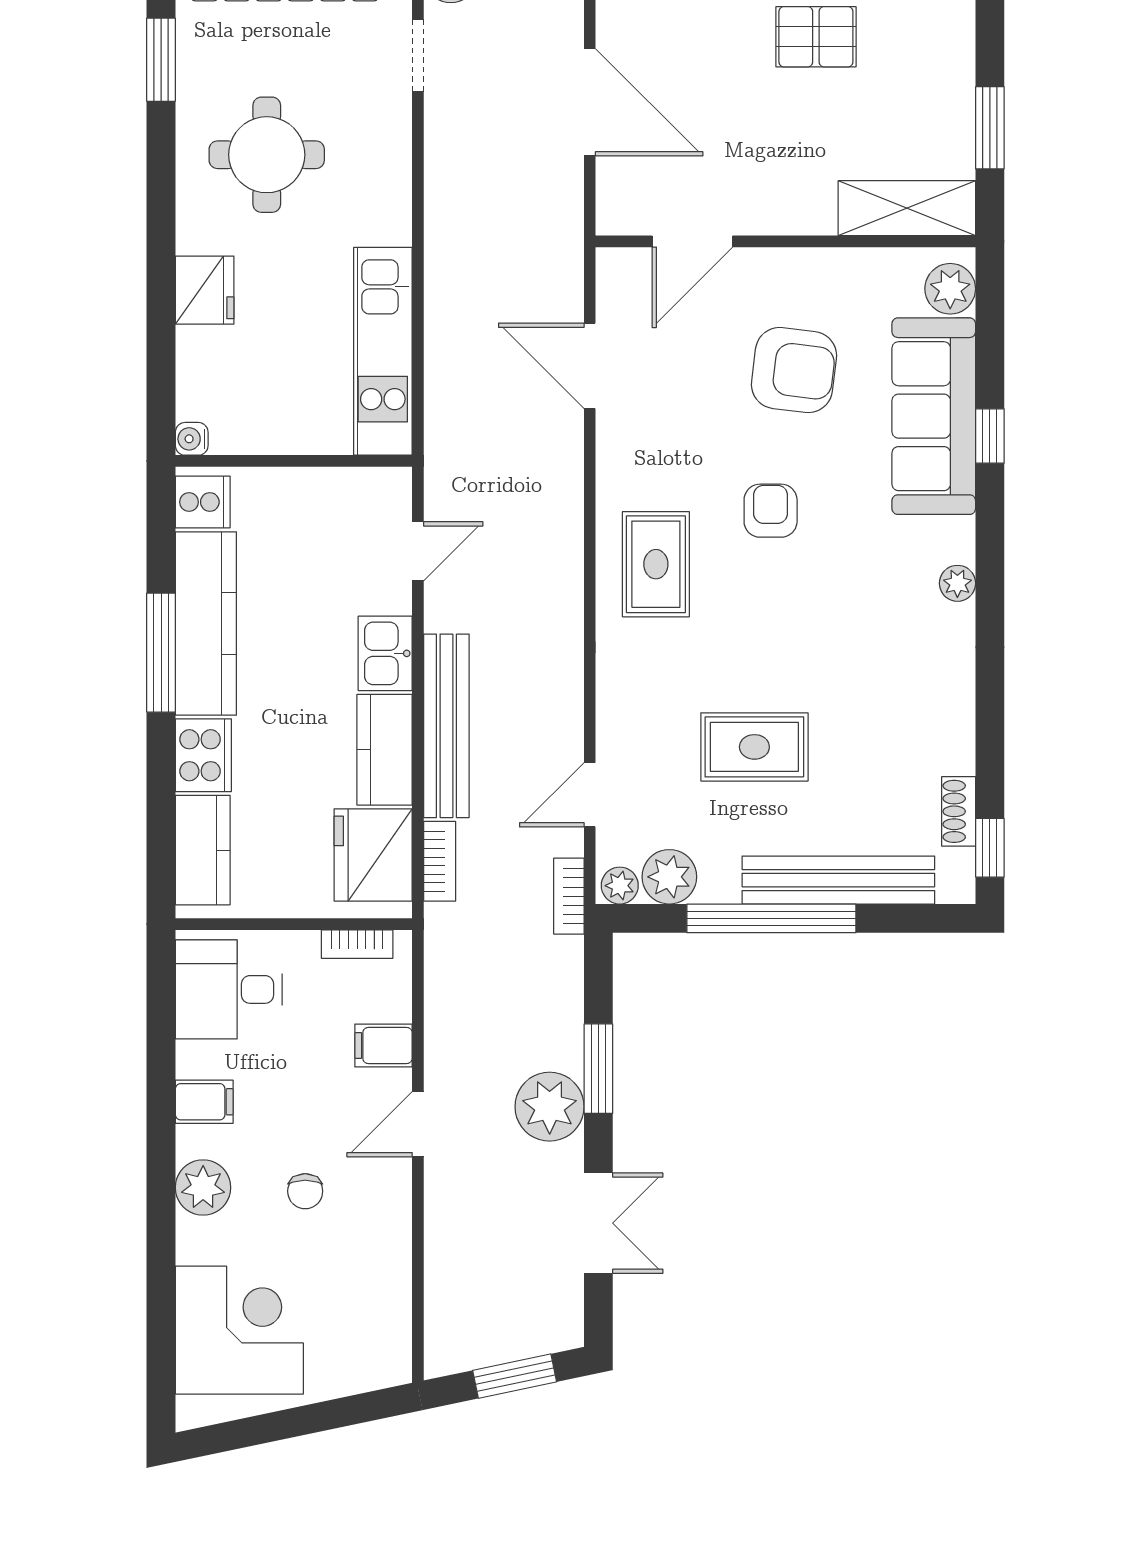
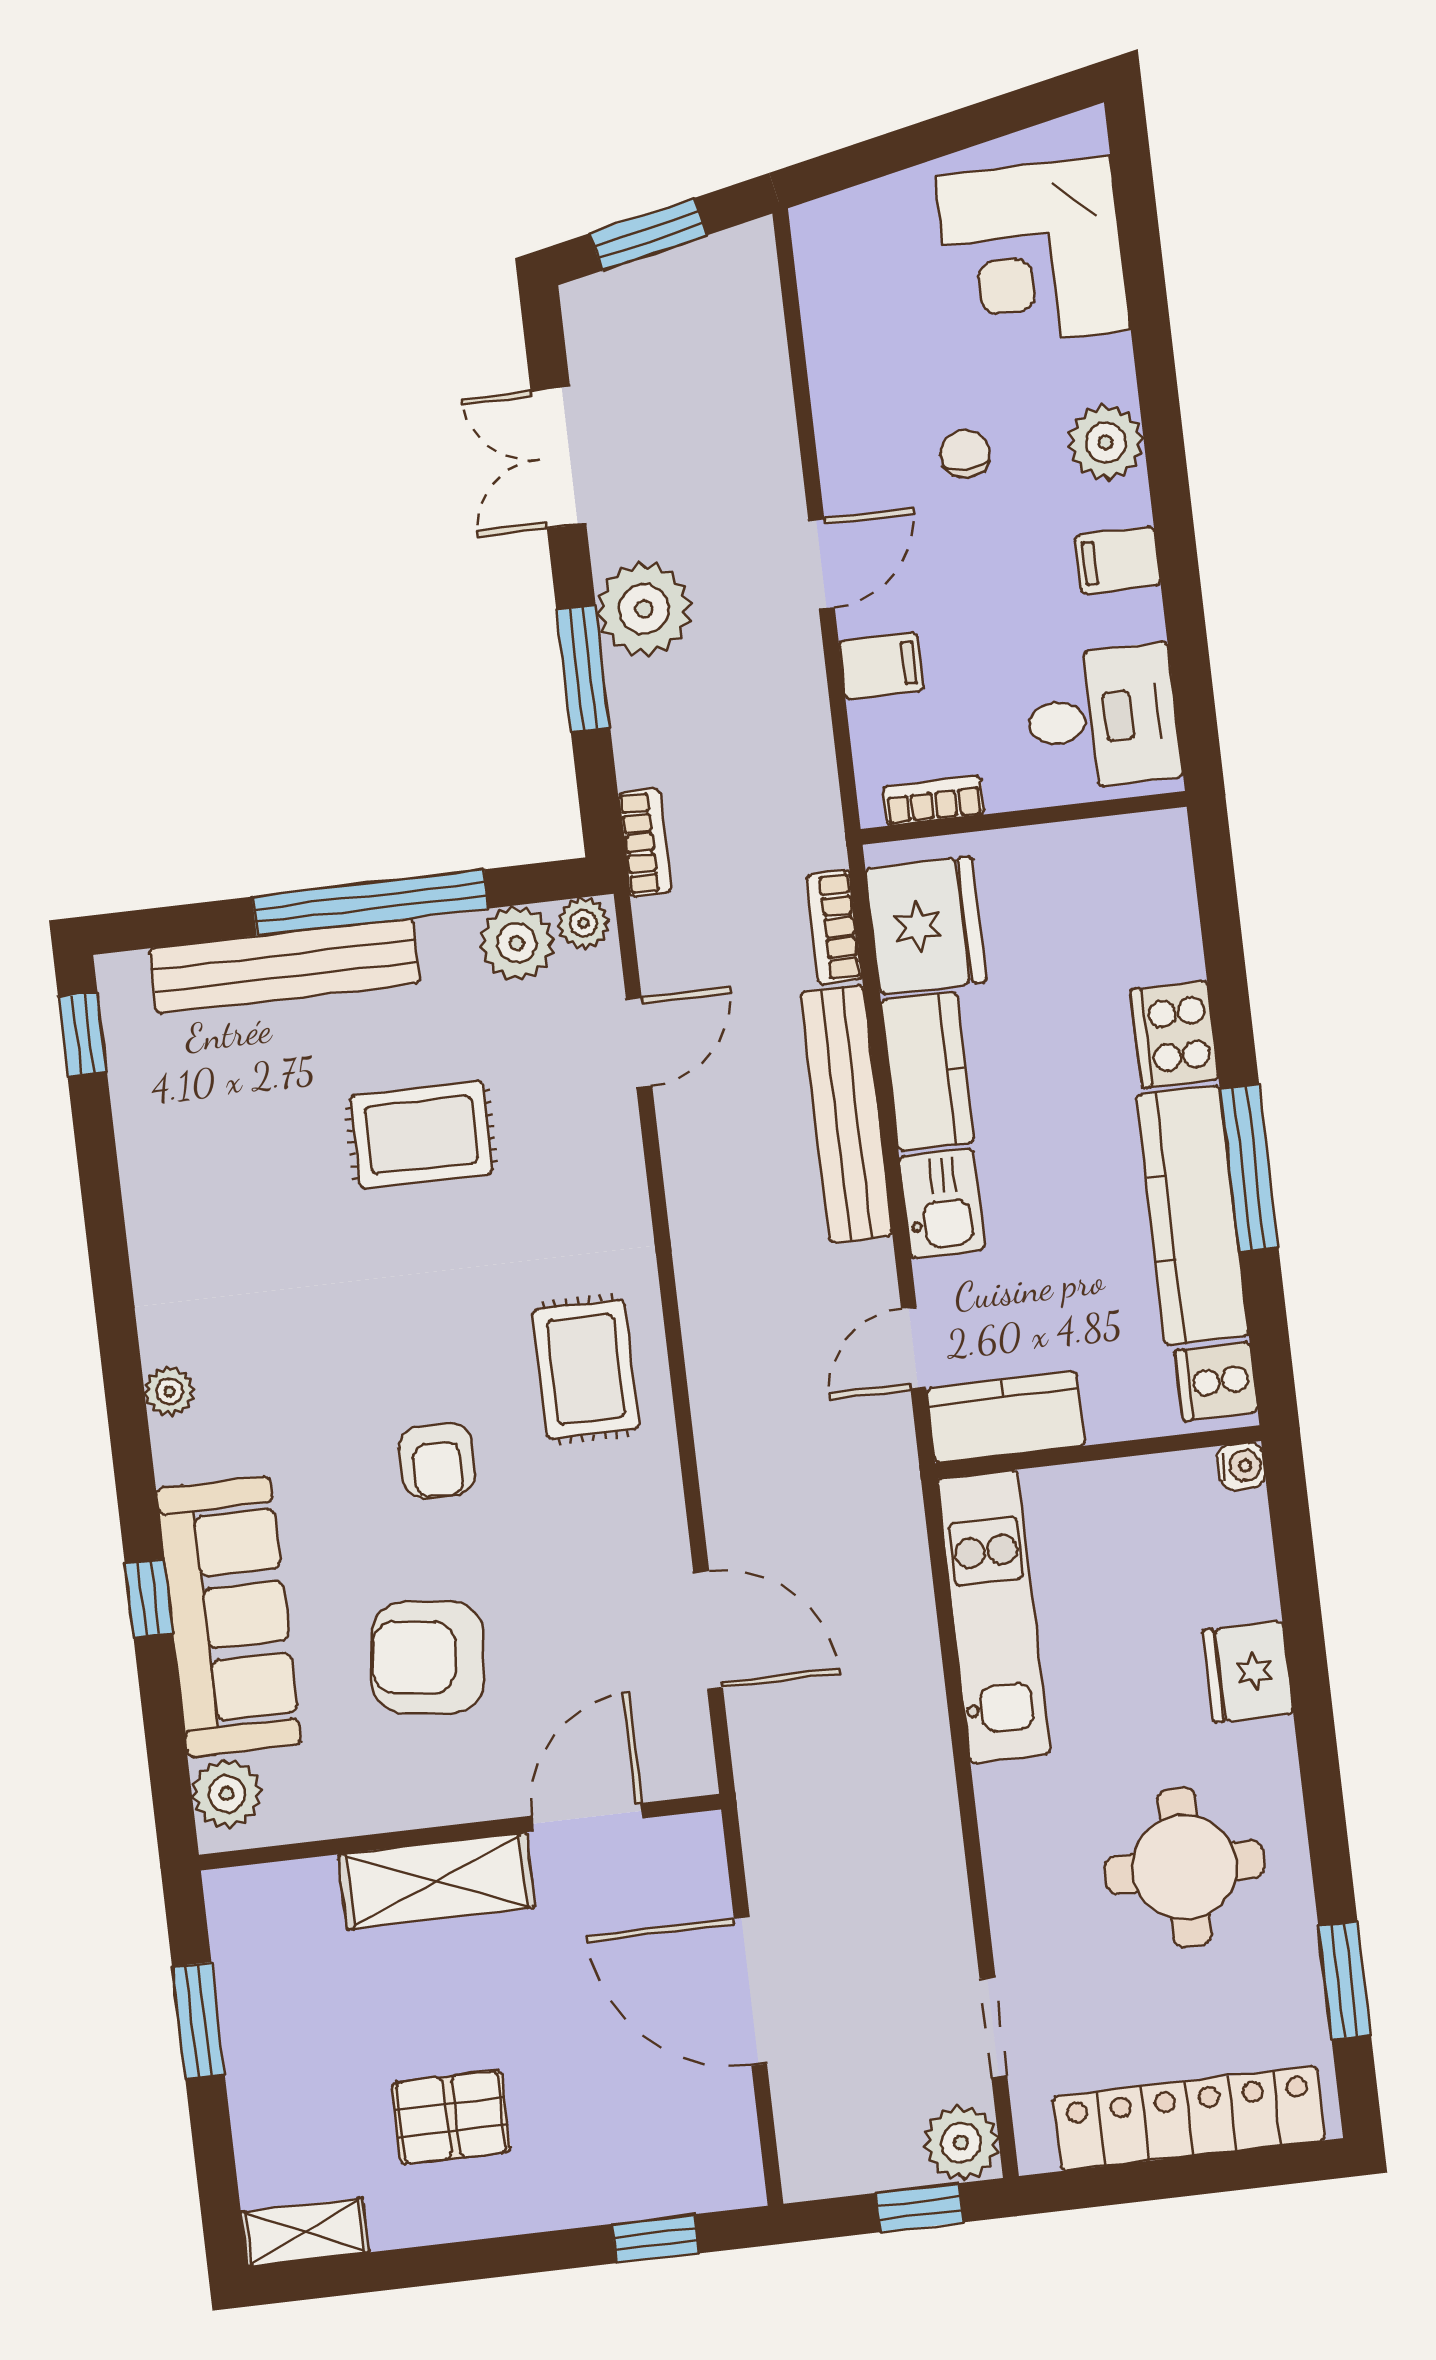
shelving: (907, 208) -> (437, 1881), moved
shoe rack: (959, 811) -> (131, 1079), removed
kitchen counter: (203, 850) -> (1006, 1417), moved, turned 90
bookcase: (569, 896) -> (645, 843), moved

